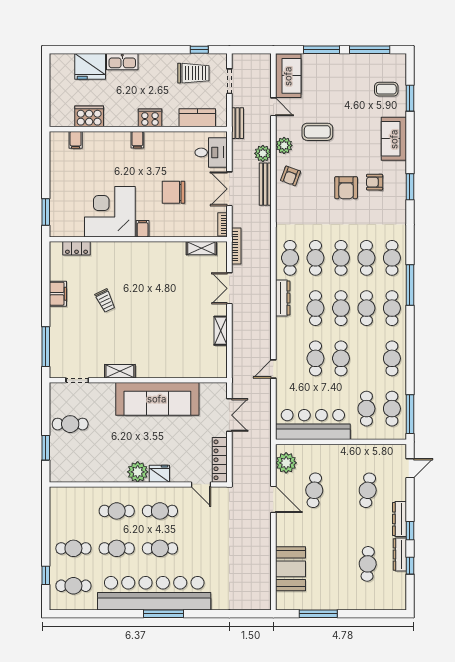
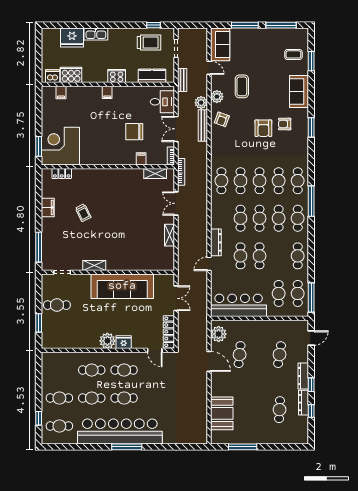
dishwasher: (64, 118) -> (53, 76), added
coffee table: (317, 132) -> (242, 86), turned 90
corner desk: (110, 212) -> (61, 146), moved
filing cabinet: (143, 229) -> (141, 159), moved
dresser: (283, 298) -> (216, 242), moved

